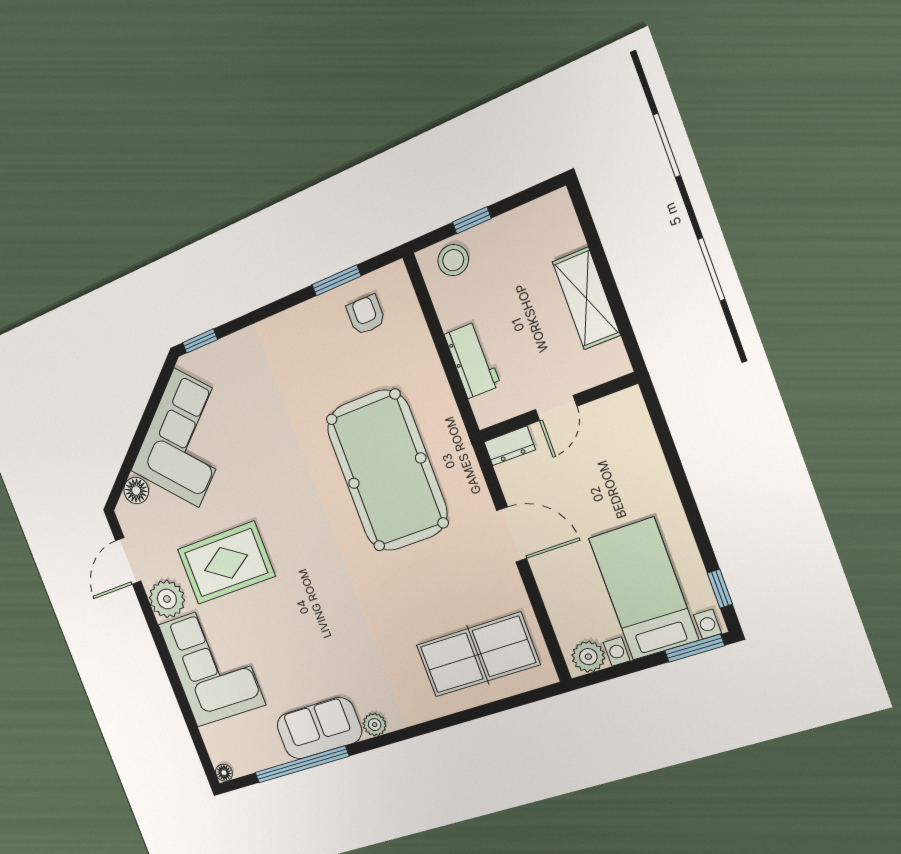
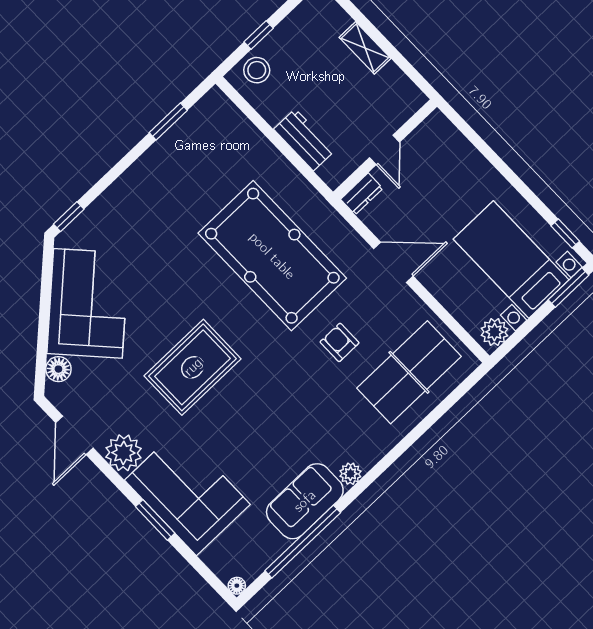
shelving: (586, 298) -> (365, 48), width x0.67, depth x0.75
armchair: (366, 315) -> (340, 342), moved
rug: (226, 563) -> (193, 367), moved
window: (173, 675) -> (155, 520), added

